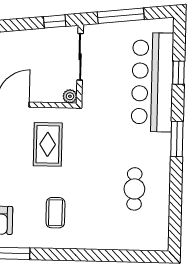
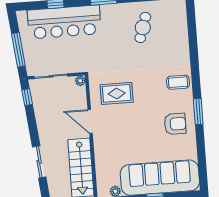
cafe table: (134, 189) -> (143, 27), turned -72
coffee table: (55, 213) -> (178, 82), moved

